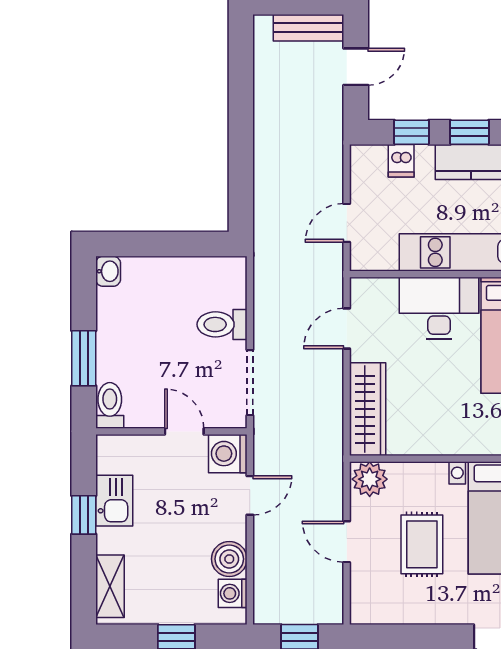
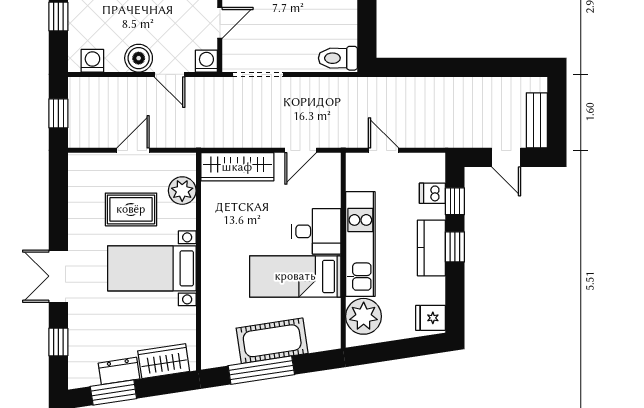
desk: (439, 308) -> (316, 231), width x0.73
toilet: (222, 324) -> (338, 58), moved, turned -90
door: (347, 329) -> (301, 150), swing flipped
washing machine: (228, 454) -> (206, 61), width x0.73, depth x0.73
plant: (370, 479) -> (182, 191), moved
boiler: (229, 559) -> (139, 58), moved

